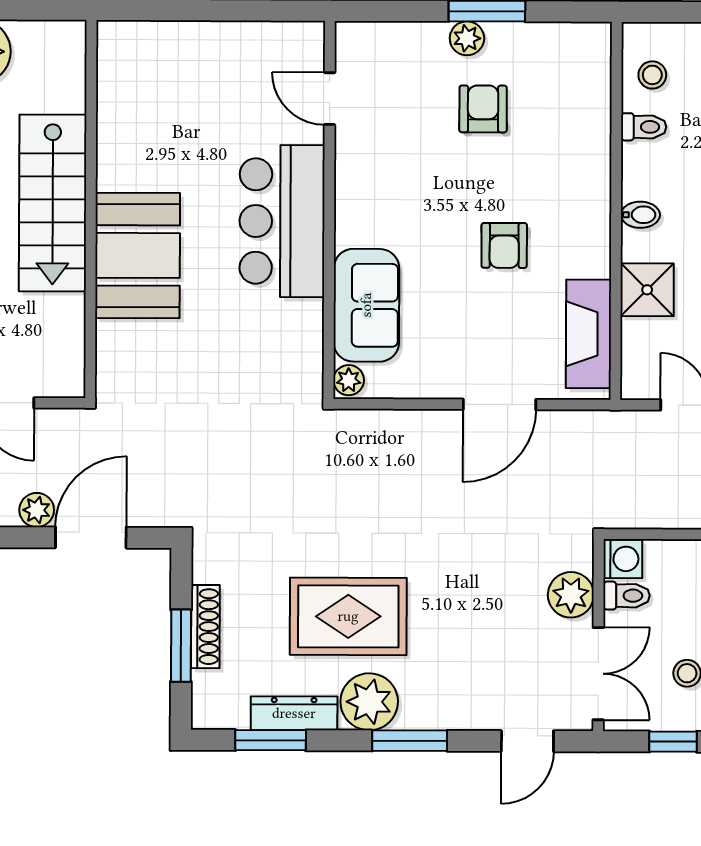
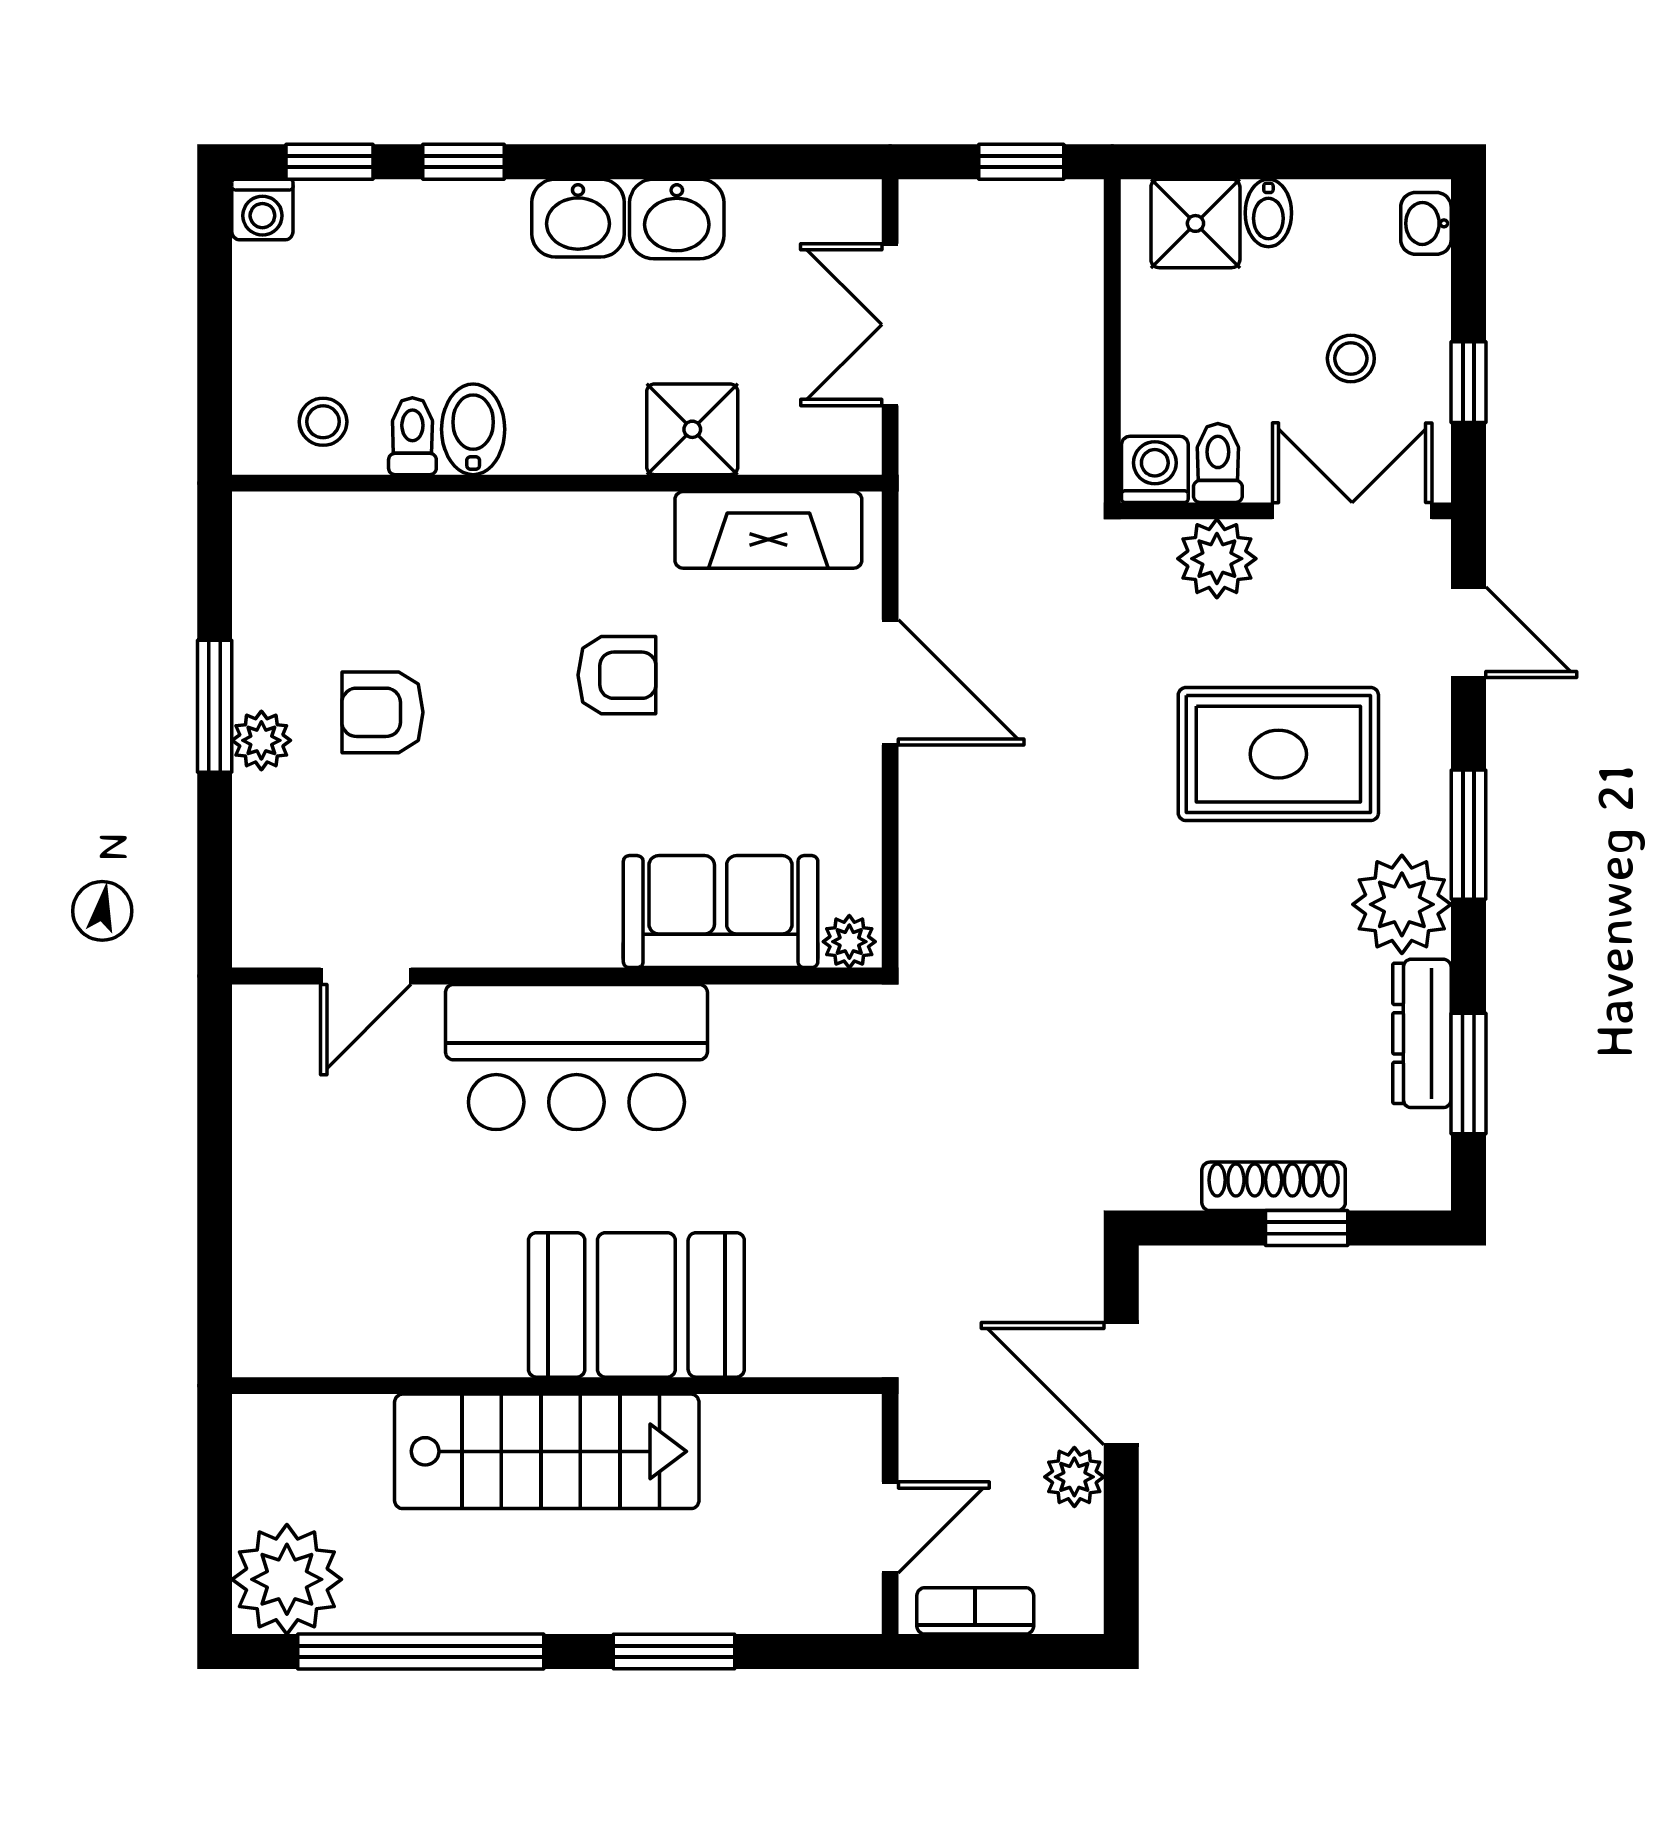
bidet: (640, 215) -> (473, 429), moved, width x1.38, depth x1.36
rug: (348, 616) -> (1278, 754), moved, turned 90
window: (181, 646) -> (1307, 1228), width x0.67

